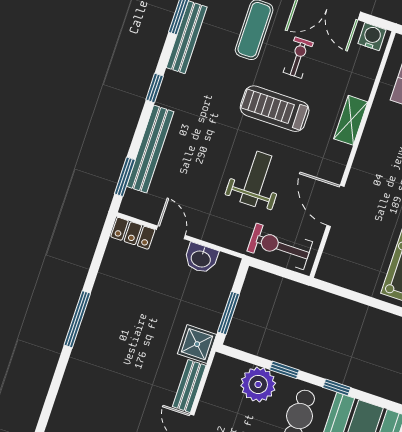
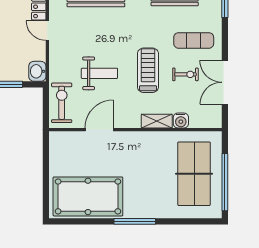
water cooler: (372, 37) -> (181, 121), moved, turned 90
door: (171, 232) -> (47, 31), swing flipped
washbasin: (201, 258) -> (37, 71), moved

